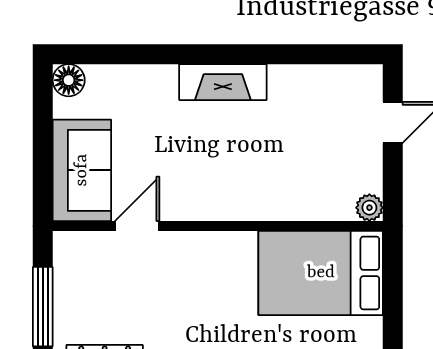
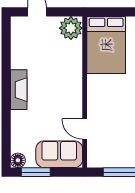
window: (43, 119) -> (36, 172), added
plant: (369, 208) -> (71, 28), width x1.88, depth x1.88

